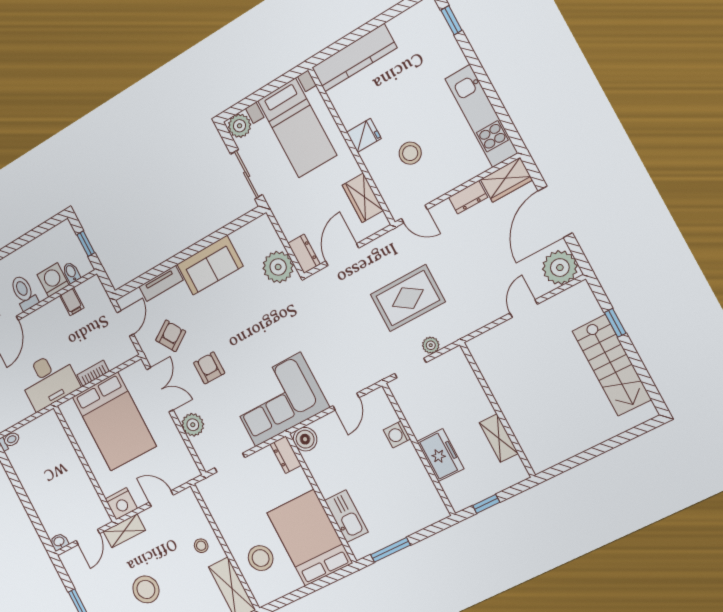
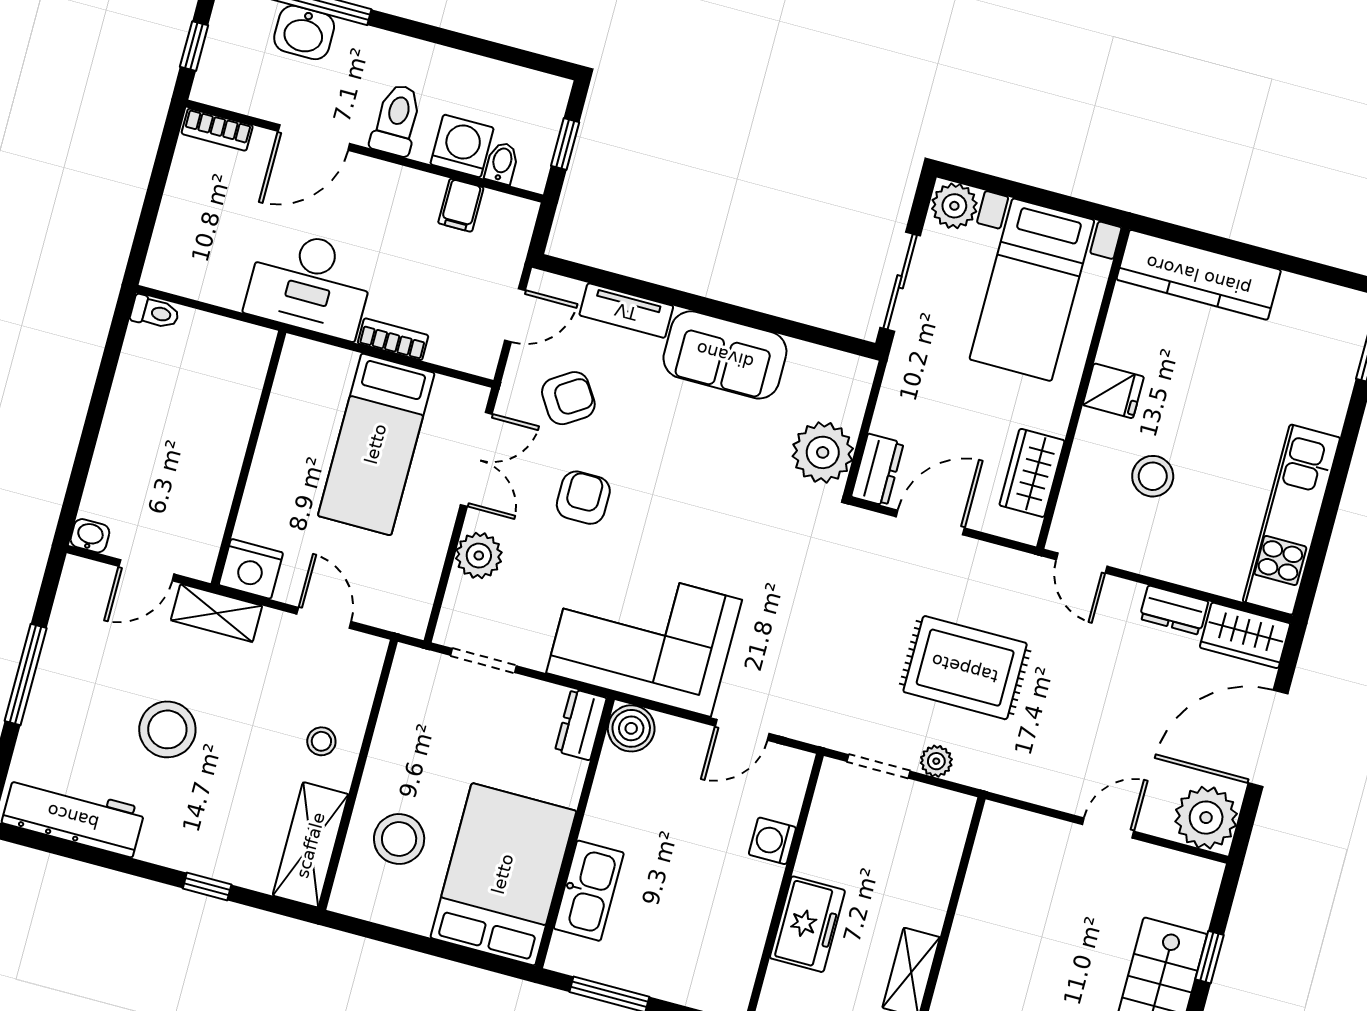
bed: (114, 422) -> (376, 444), width x0.67

